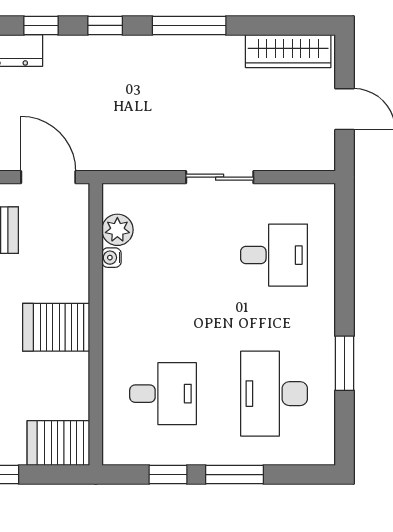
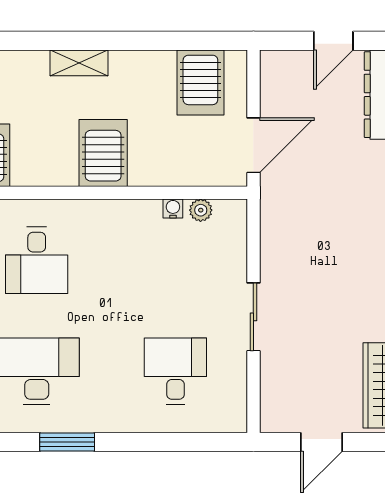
plant: (117, 230) -> (201, 210), width x0.73, depth x0.73
desk: (274, 255) -> (175, 371), turned 180

